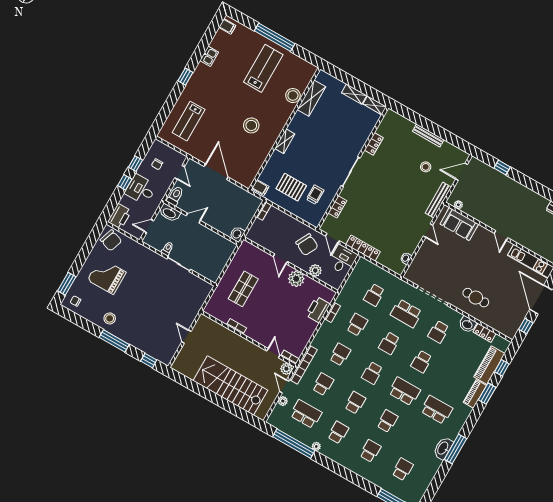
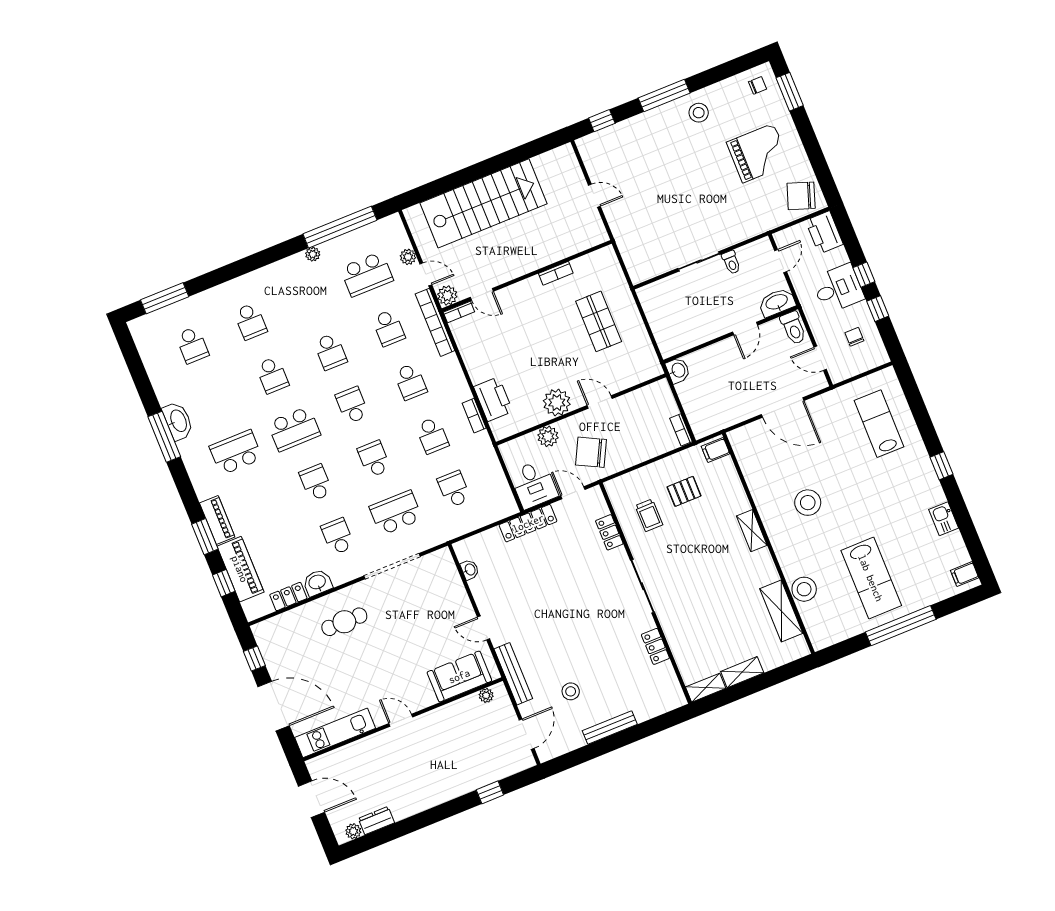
pallet: (291, 187) -> (684, 491), width x0.67, depth x0.71
school desk: (437, 410) -> (236, 452), turned 180
school desk: (338, 432) -> (309, 298), removed

